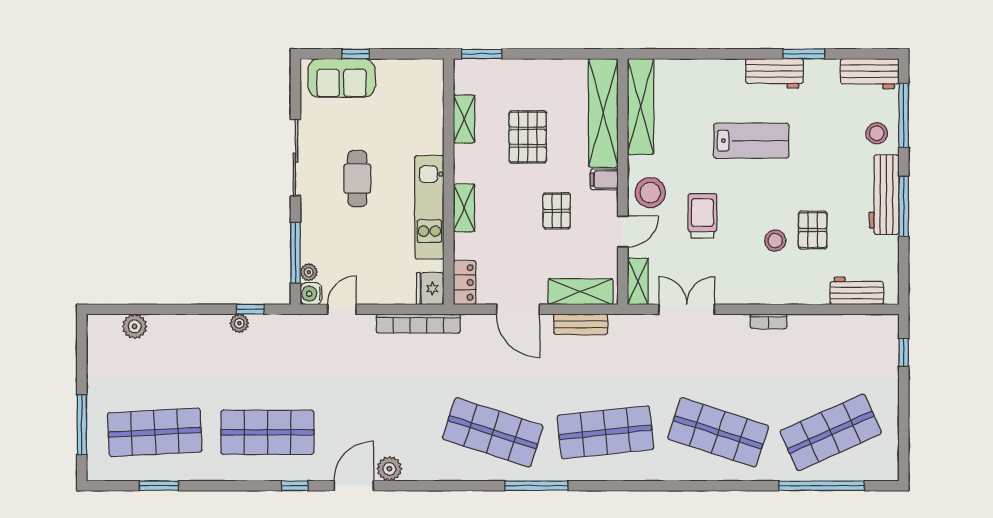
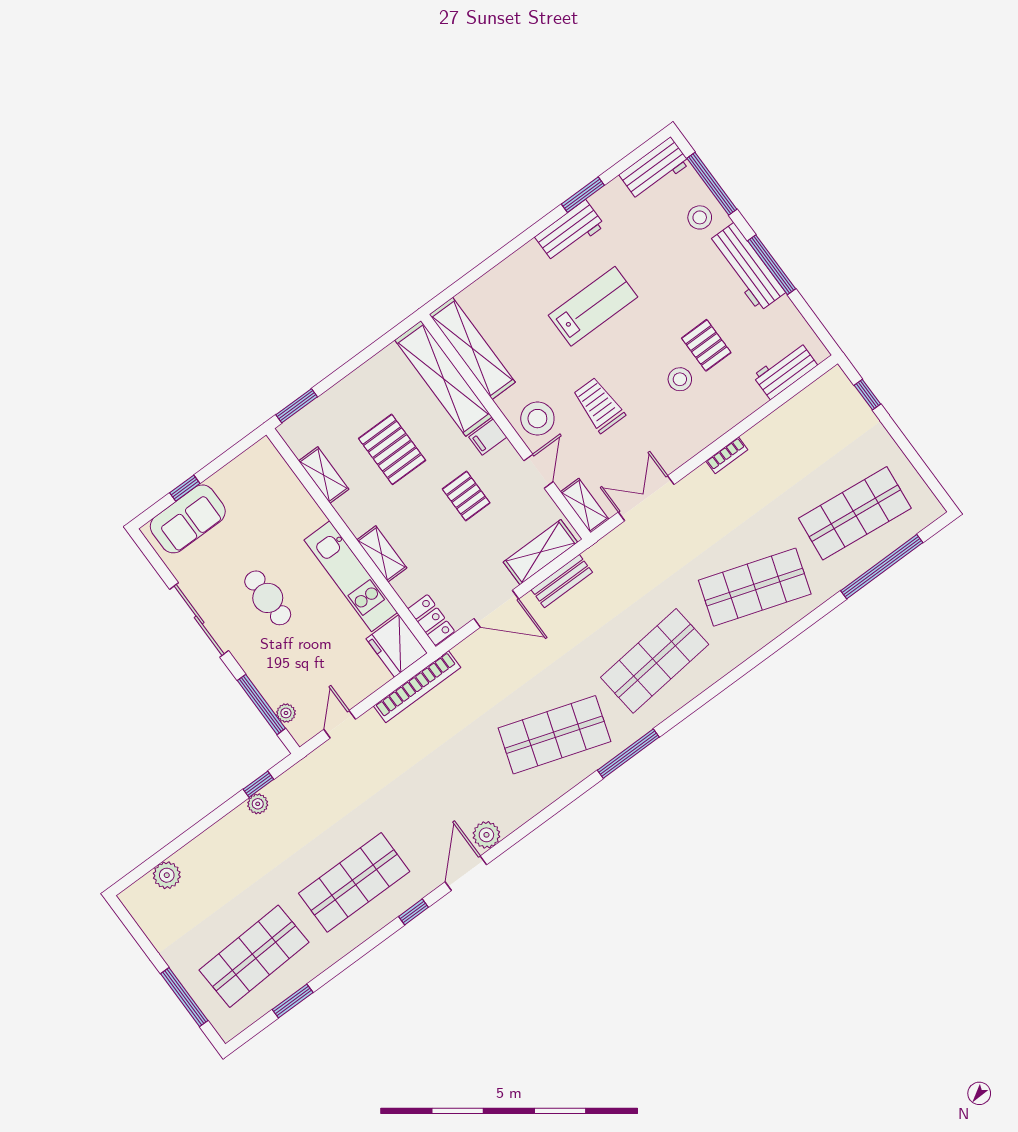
fridge: (430, 289) -> (397, 646), width x1.36, depth x1.34
water cooler: (311, 294) -> (302, 731), removed
shop shelf: (831, 432) -> (855, 513), turned 30

